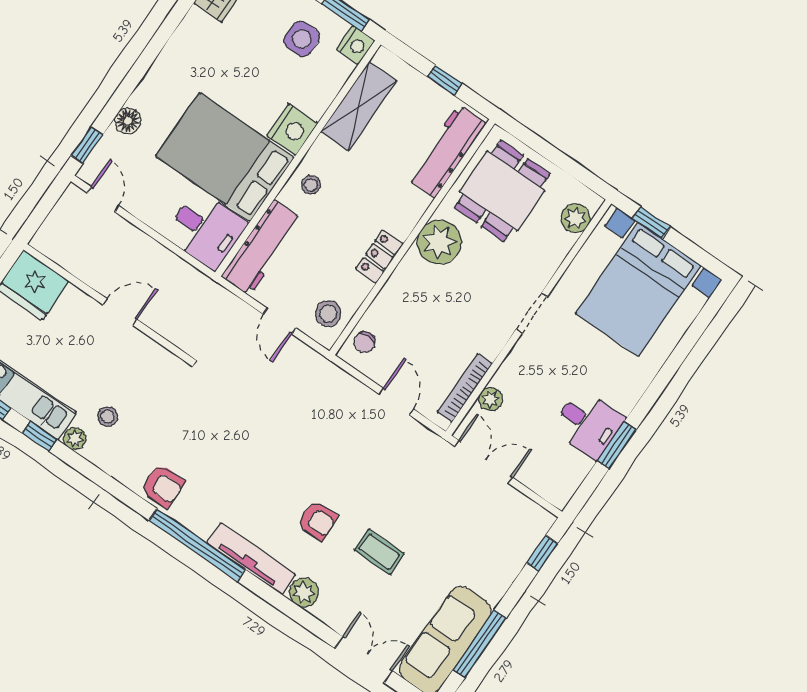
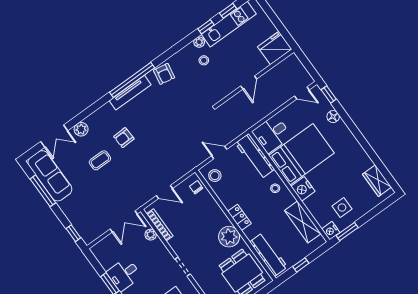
locker: (379, 256) -> (239, 217), moved
armchair: (163, 486) -> (164, 74), turned -80
tv unit: (251, 559) -> (130, 93), moved
plant: (304, 592) -> (81, 129), moved

